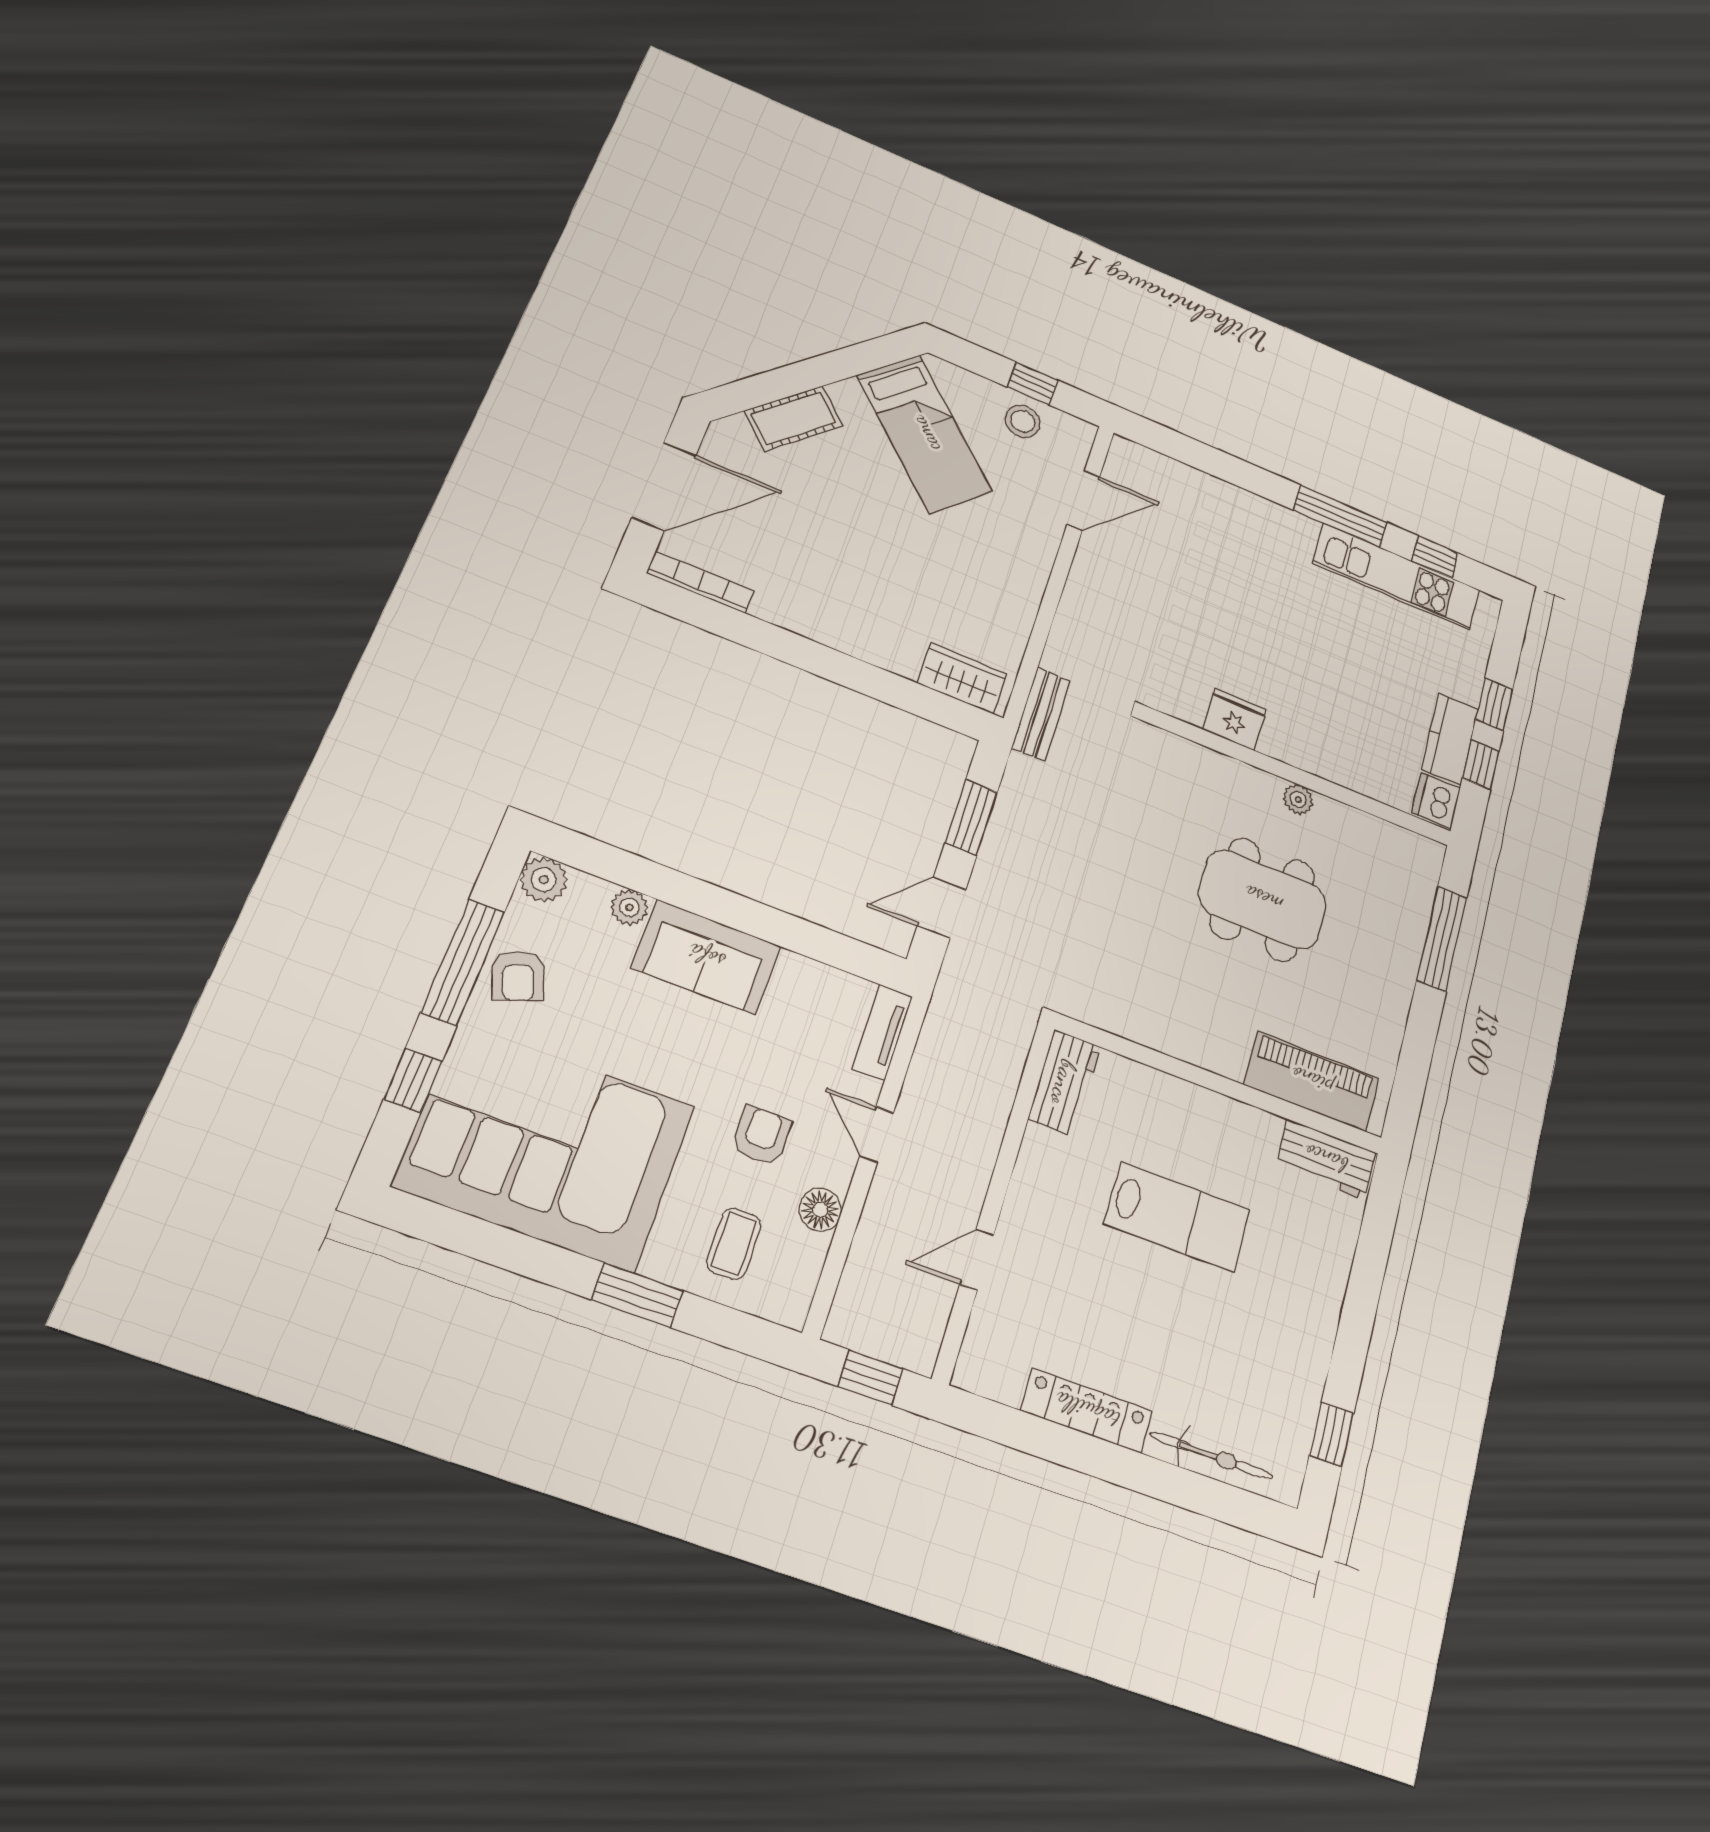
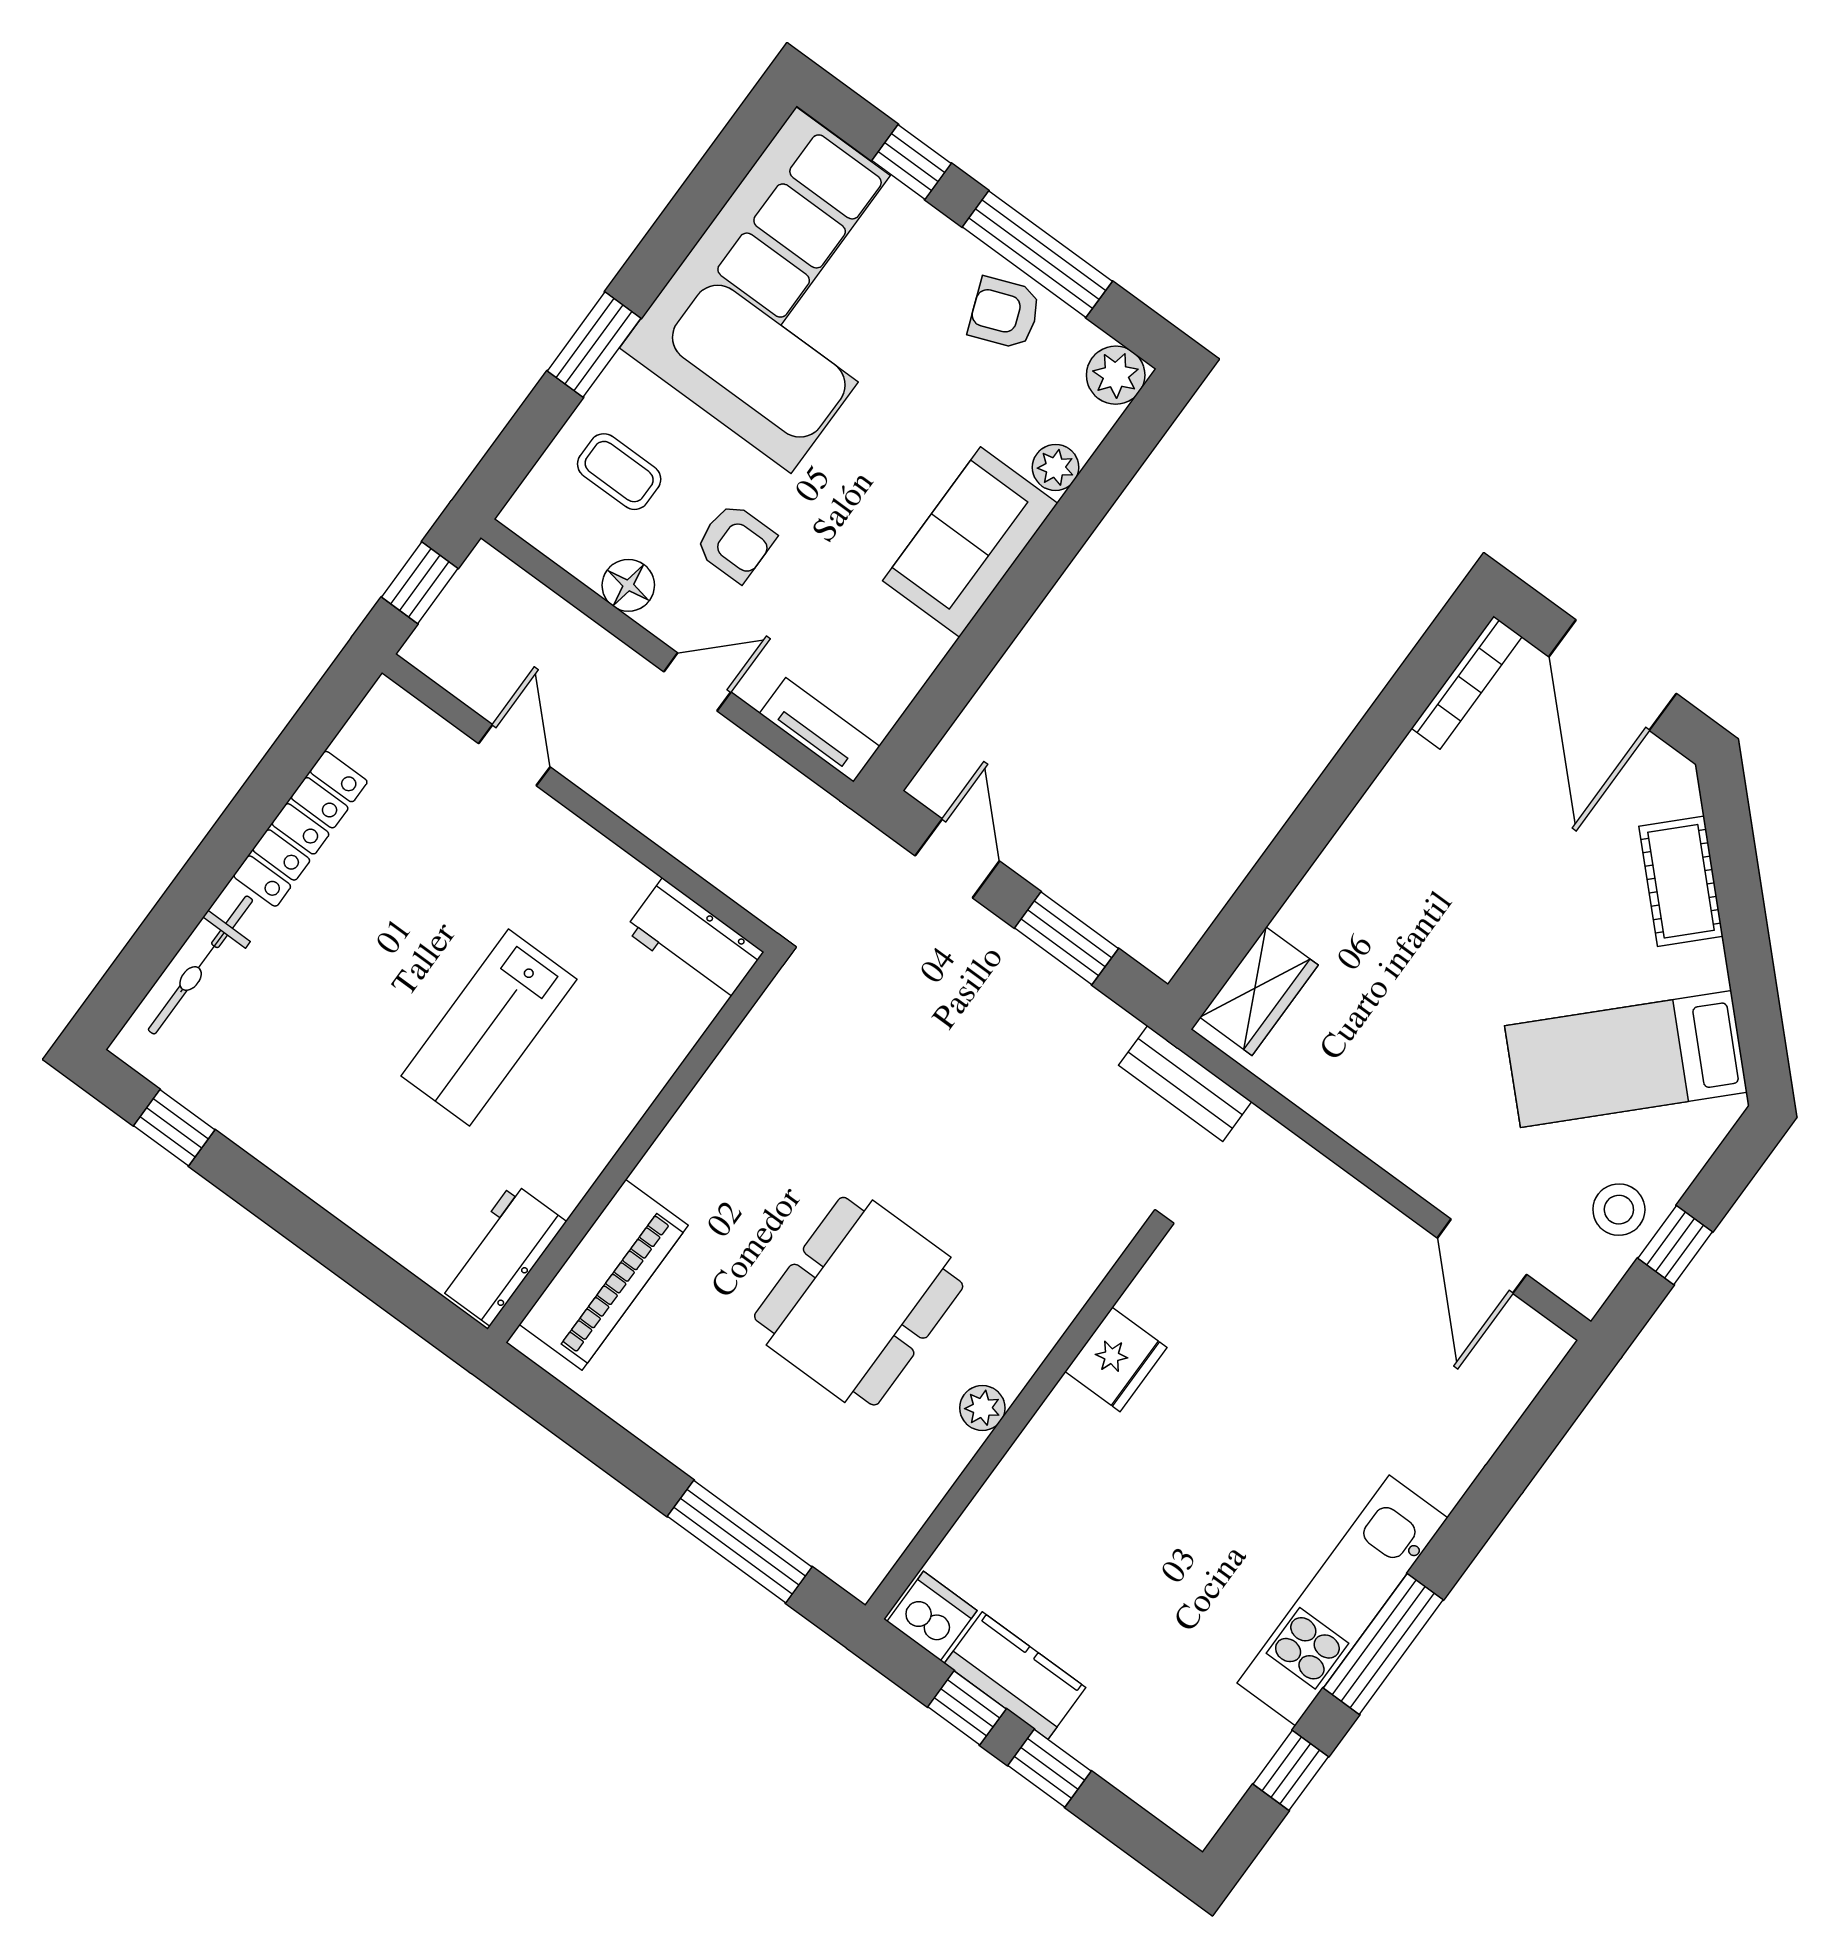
kitchen unit: (1396, 577) -> (1342, 1600), moved

